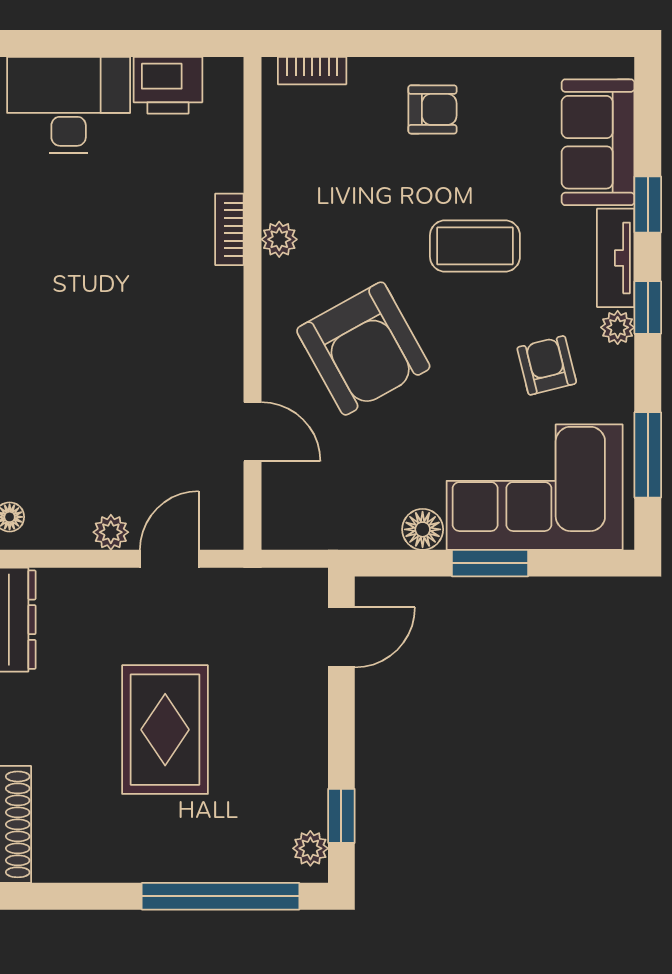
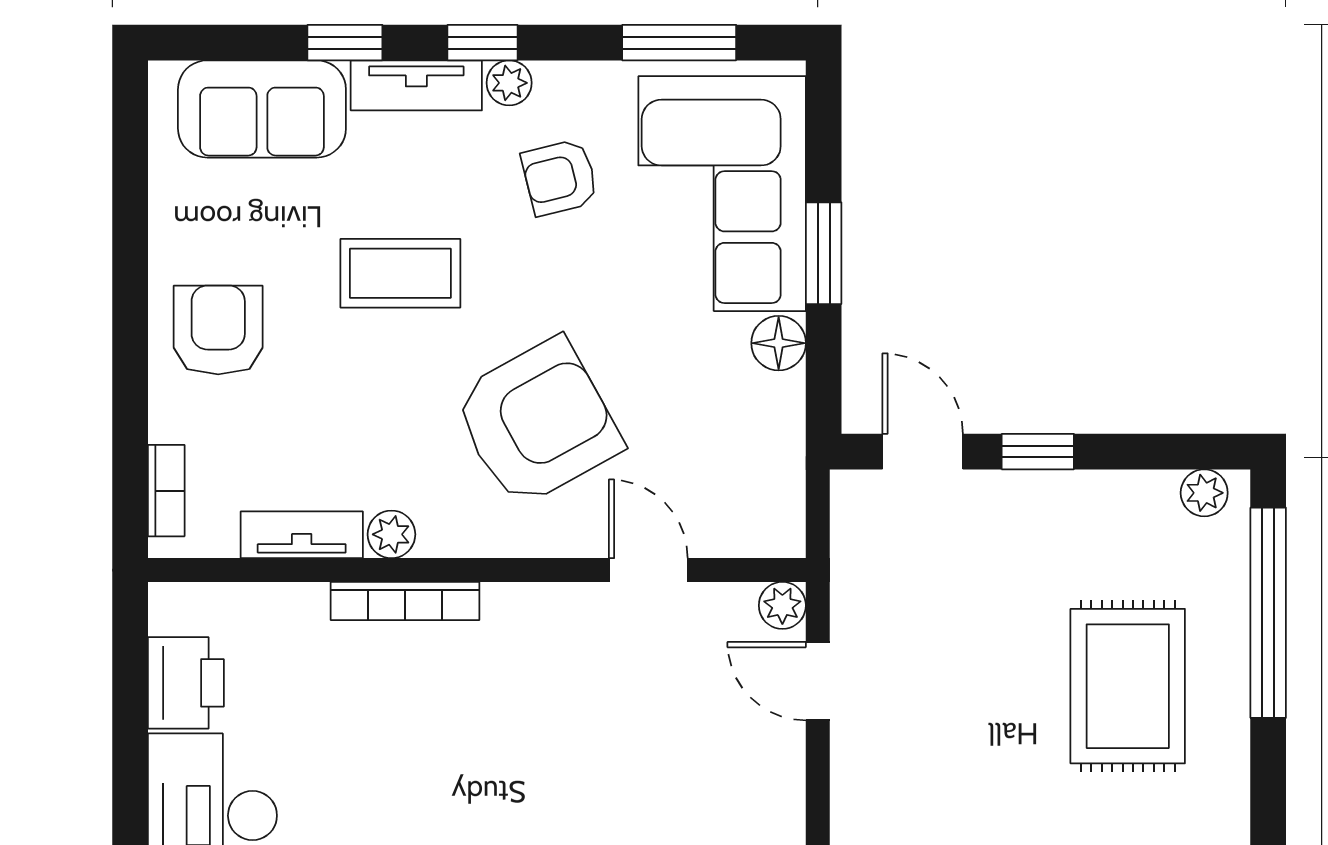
armchair: (432, 109) -> (218, 330), width x1.38, depth x1.38
tv unit: (279, 172) -> (302, 535), added
bookcase: (229, 229) -> (405, 601), width x1.56
coffee table: (475, 246) -> (400, 273), turned 90
door: (253, 432) -> (648, 570), hinge flipped
plant: (111, 532) -> (782, 605), moved
rug: (165, 730) -> (1128, 686), moved, turned 90
window: (341, 816) -> (1038, 452), moved

